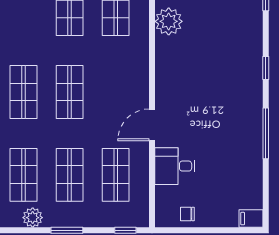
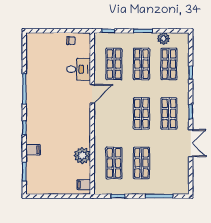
filing cabinet: (251, 219) -> (33, 150), moved

